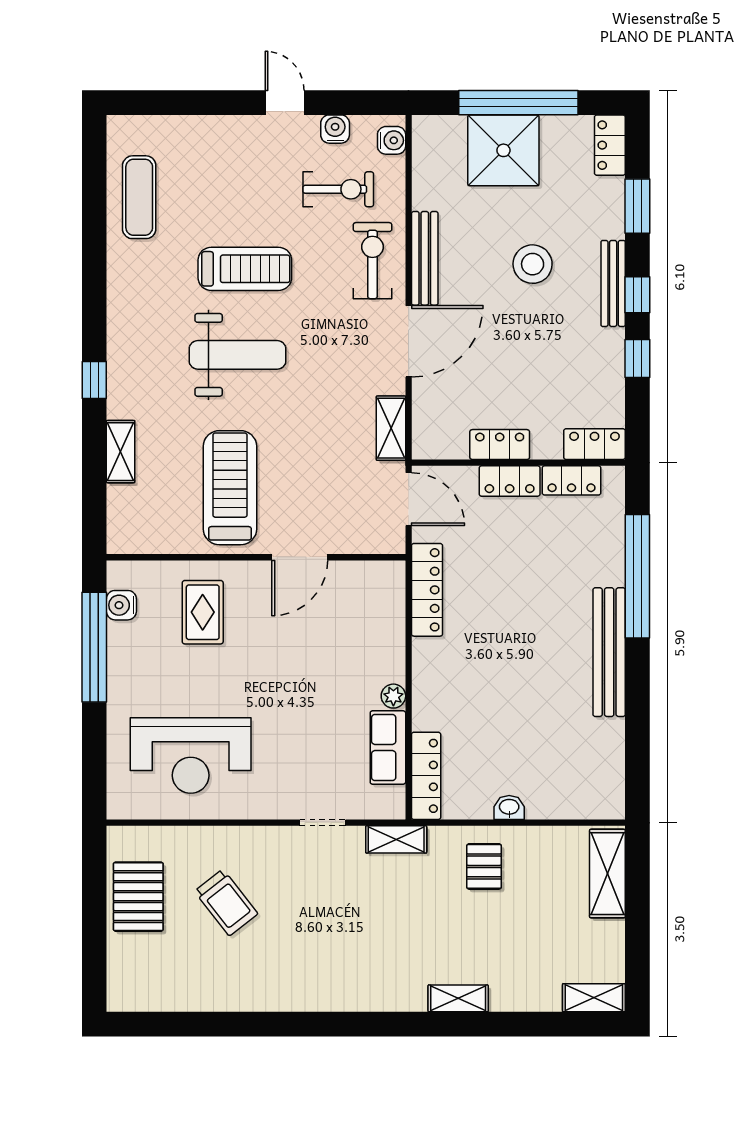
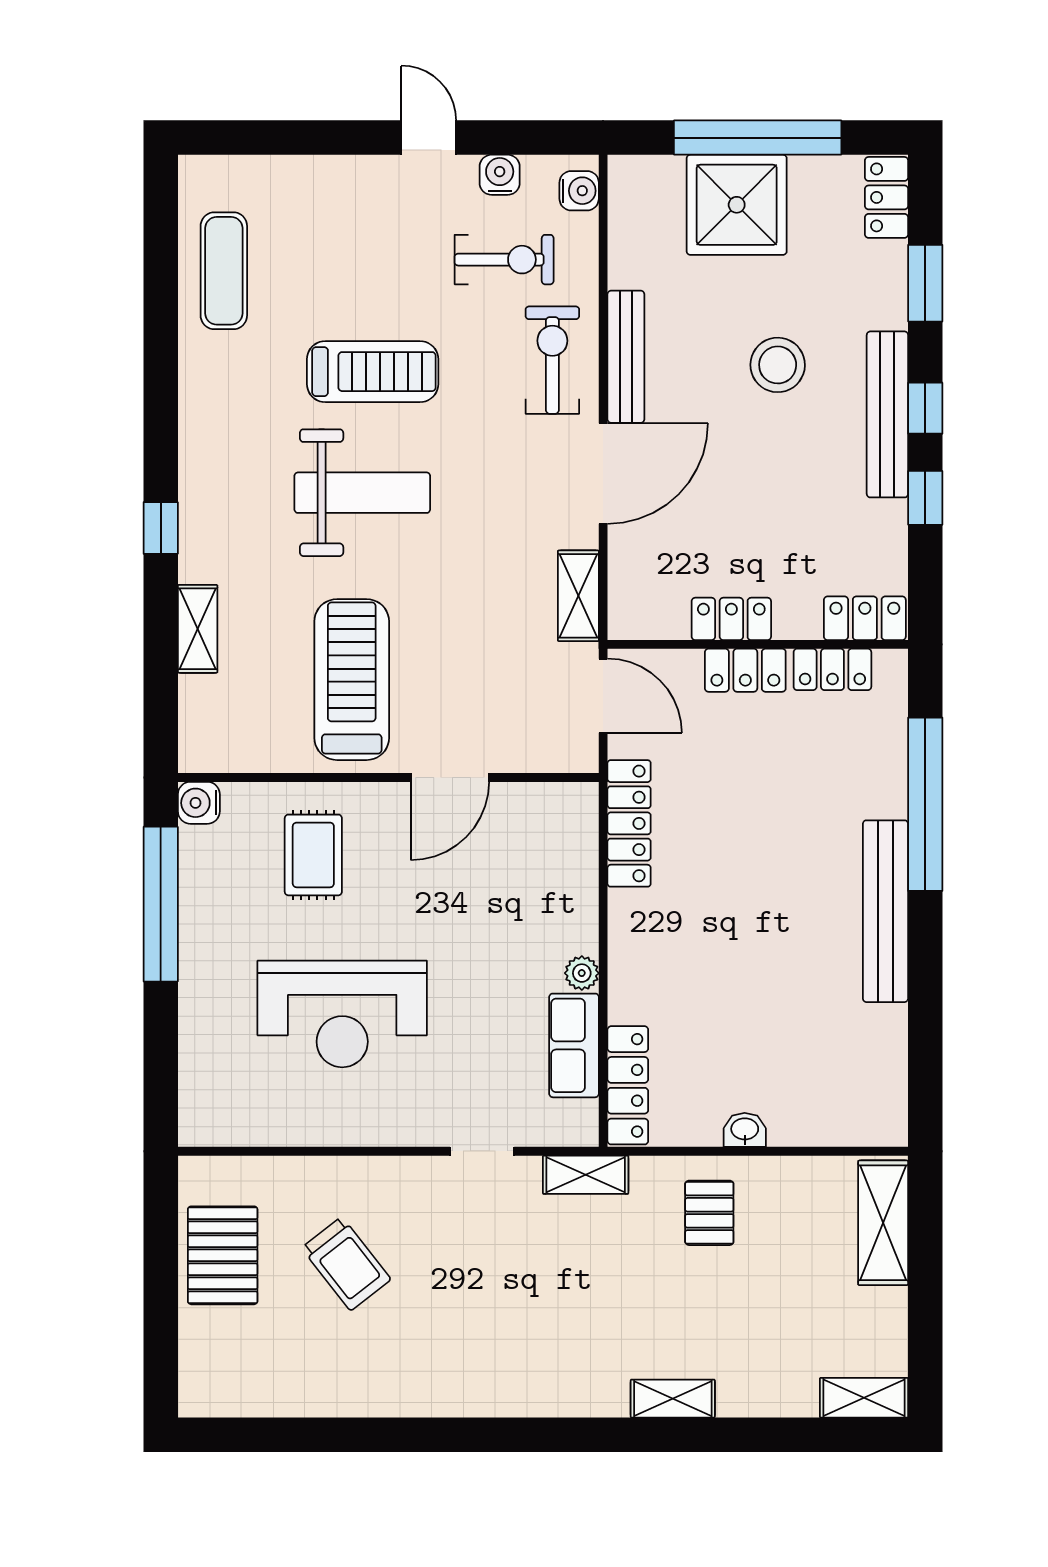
bench: (613, 283) -> (887, 414), width x1.37, depth x1.21
water cooler: (121, 605) -> (199, 803), moved
reception desk: (191, 756) -> (342, 1014), moved

